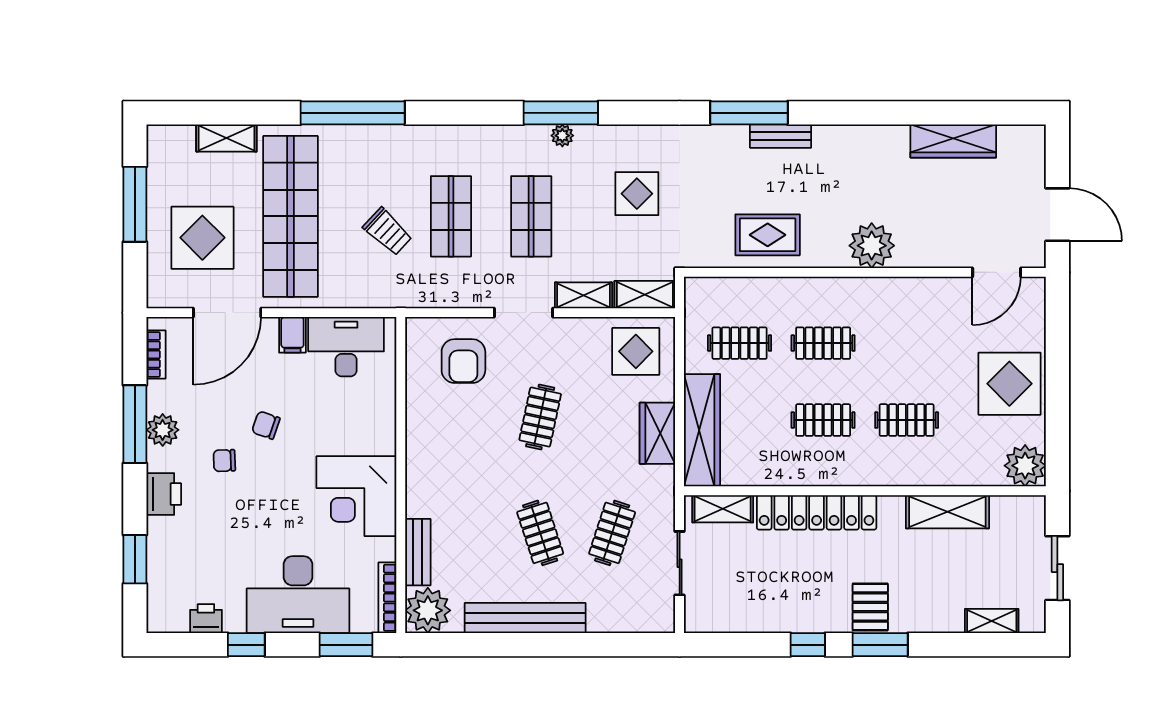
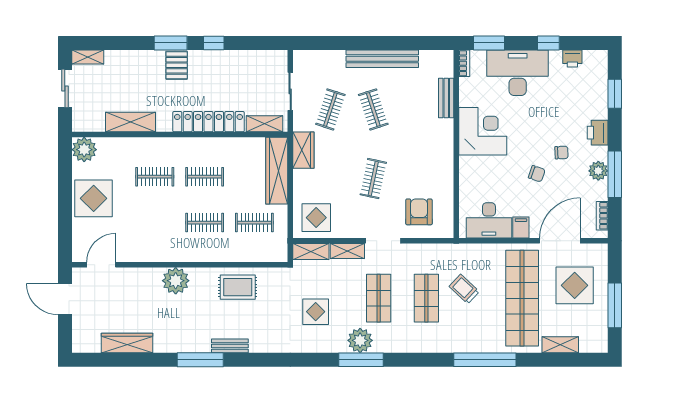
window: (749, 113) -> (200, 360), moved
plant: (562, 136) -> (360, 340), width x1.87, depth x1.87
wardrobe: (657, 433) -> (303, 150), moved
bookcase: (387, 598) -> (464, 63), width x0.64
plant: (428, 610) -> (440, 63), removed
shelving: (992, 621) -> (88, 57), moved

